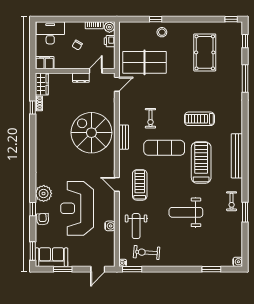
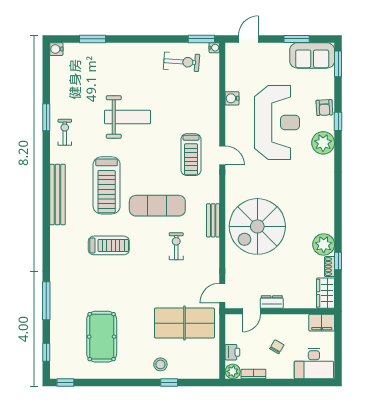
plant: (43, 120) -> (324, 244), added
spiral stairs: (91, 133) -> (257, 226), turned 90
weight bench: (136, 226) -> (196, 98), removed

